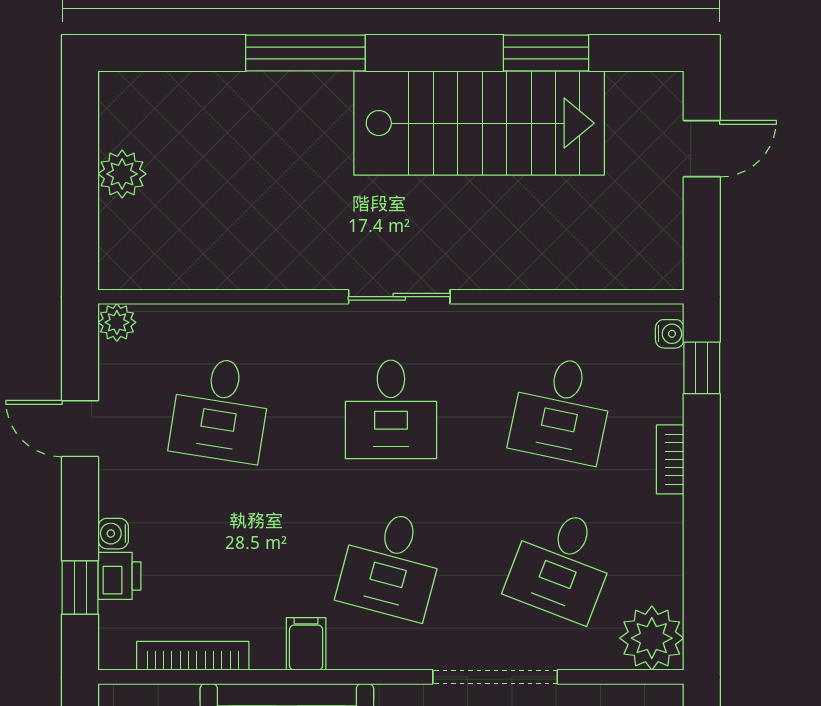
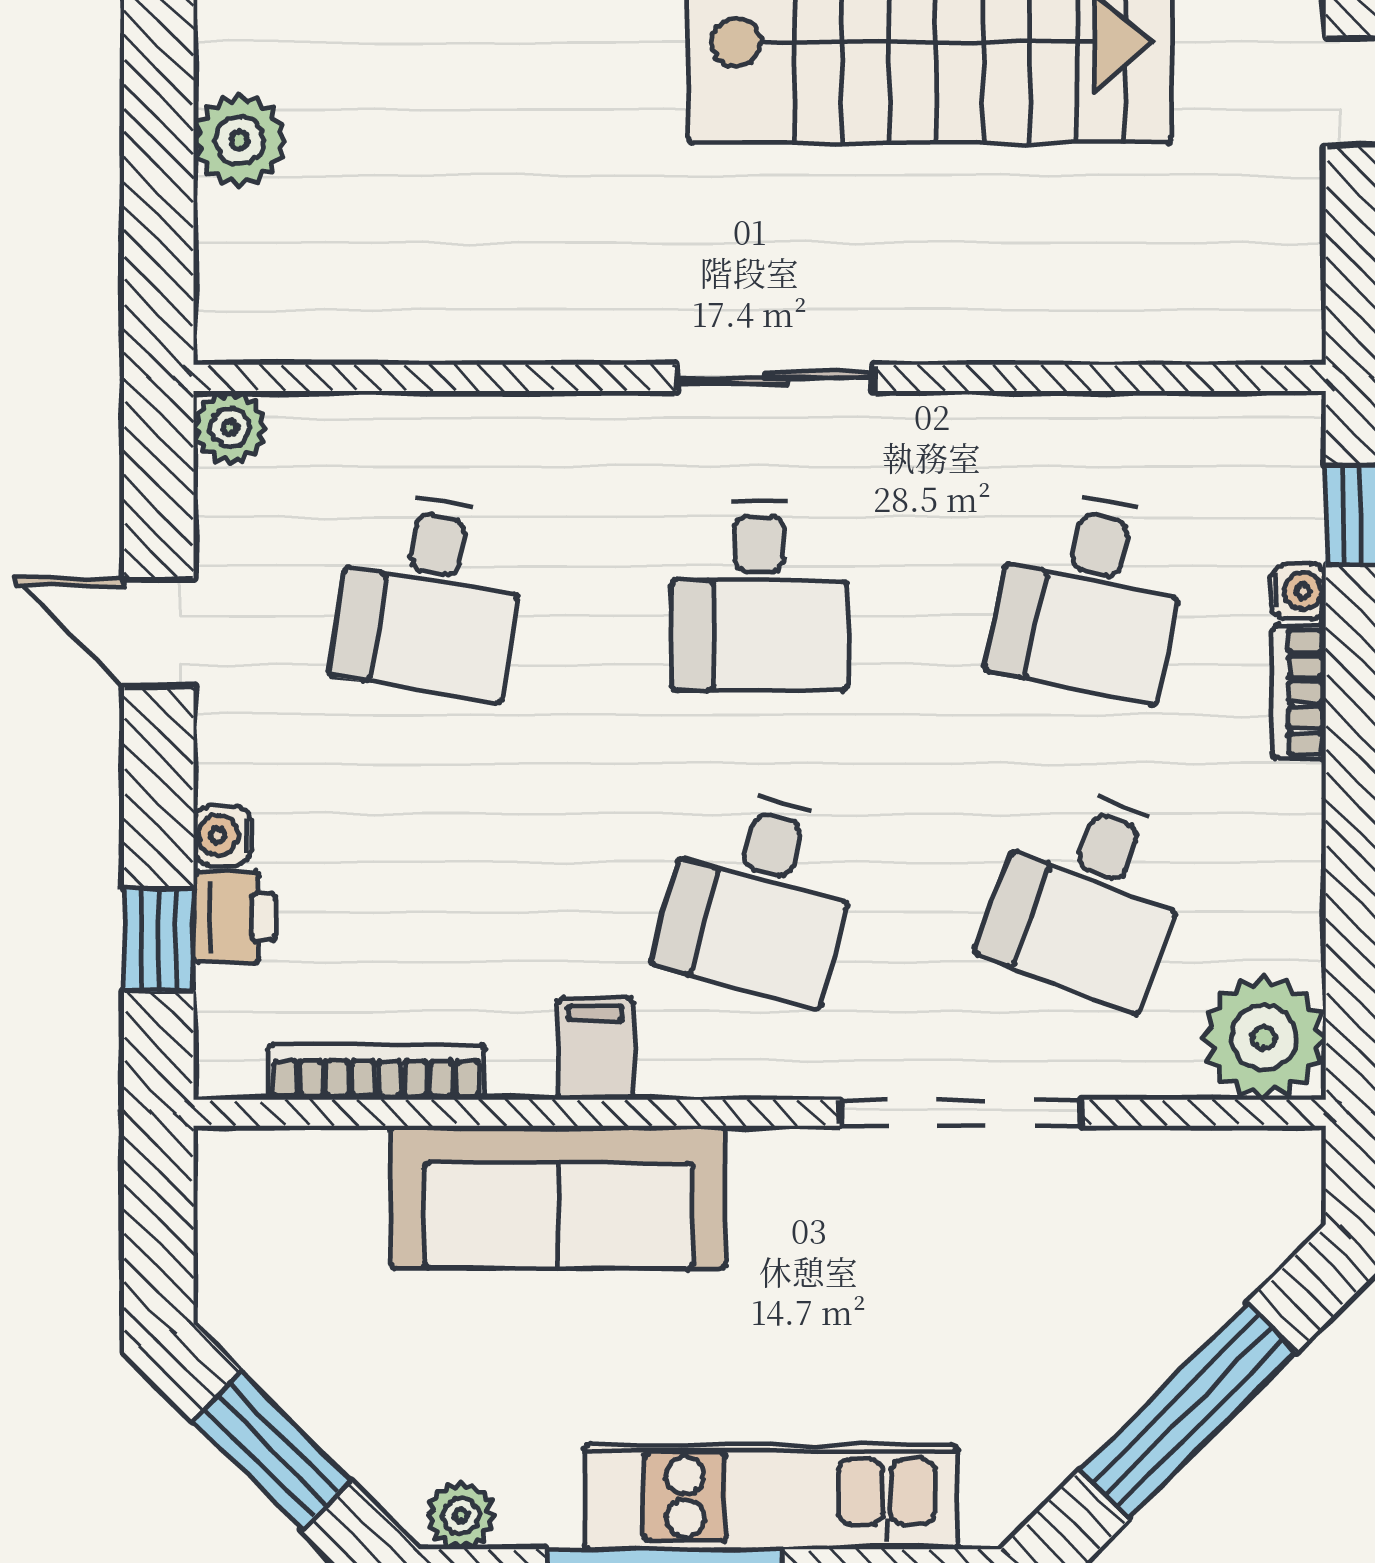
water cooler: (670, 334) -> (1298, 591), moved

